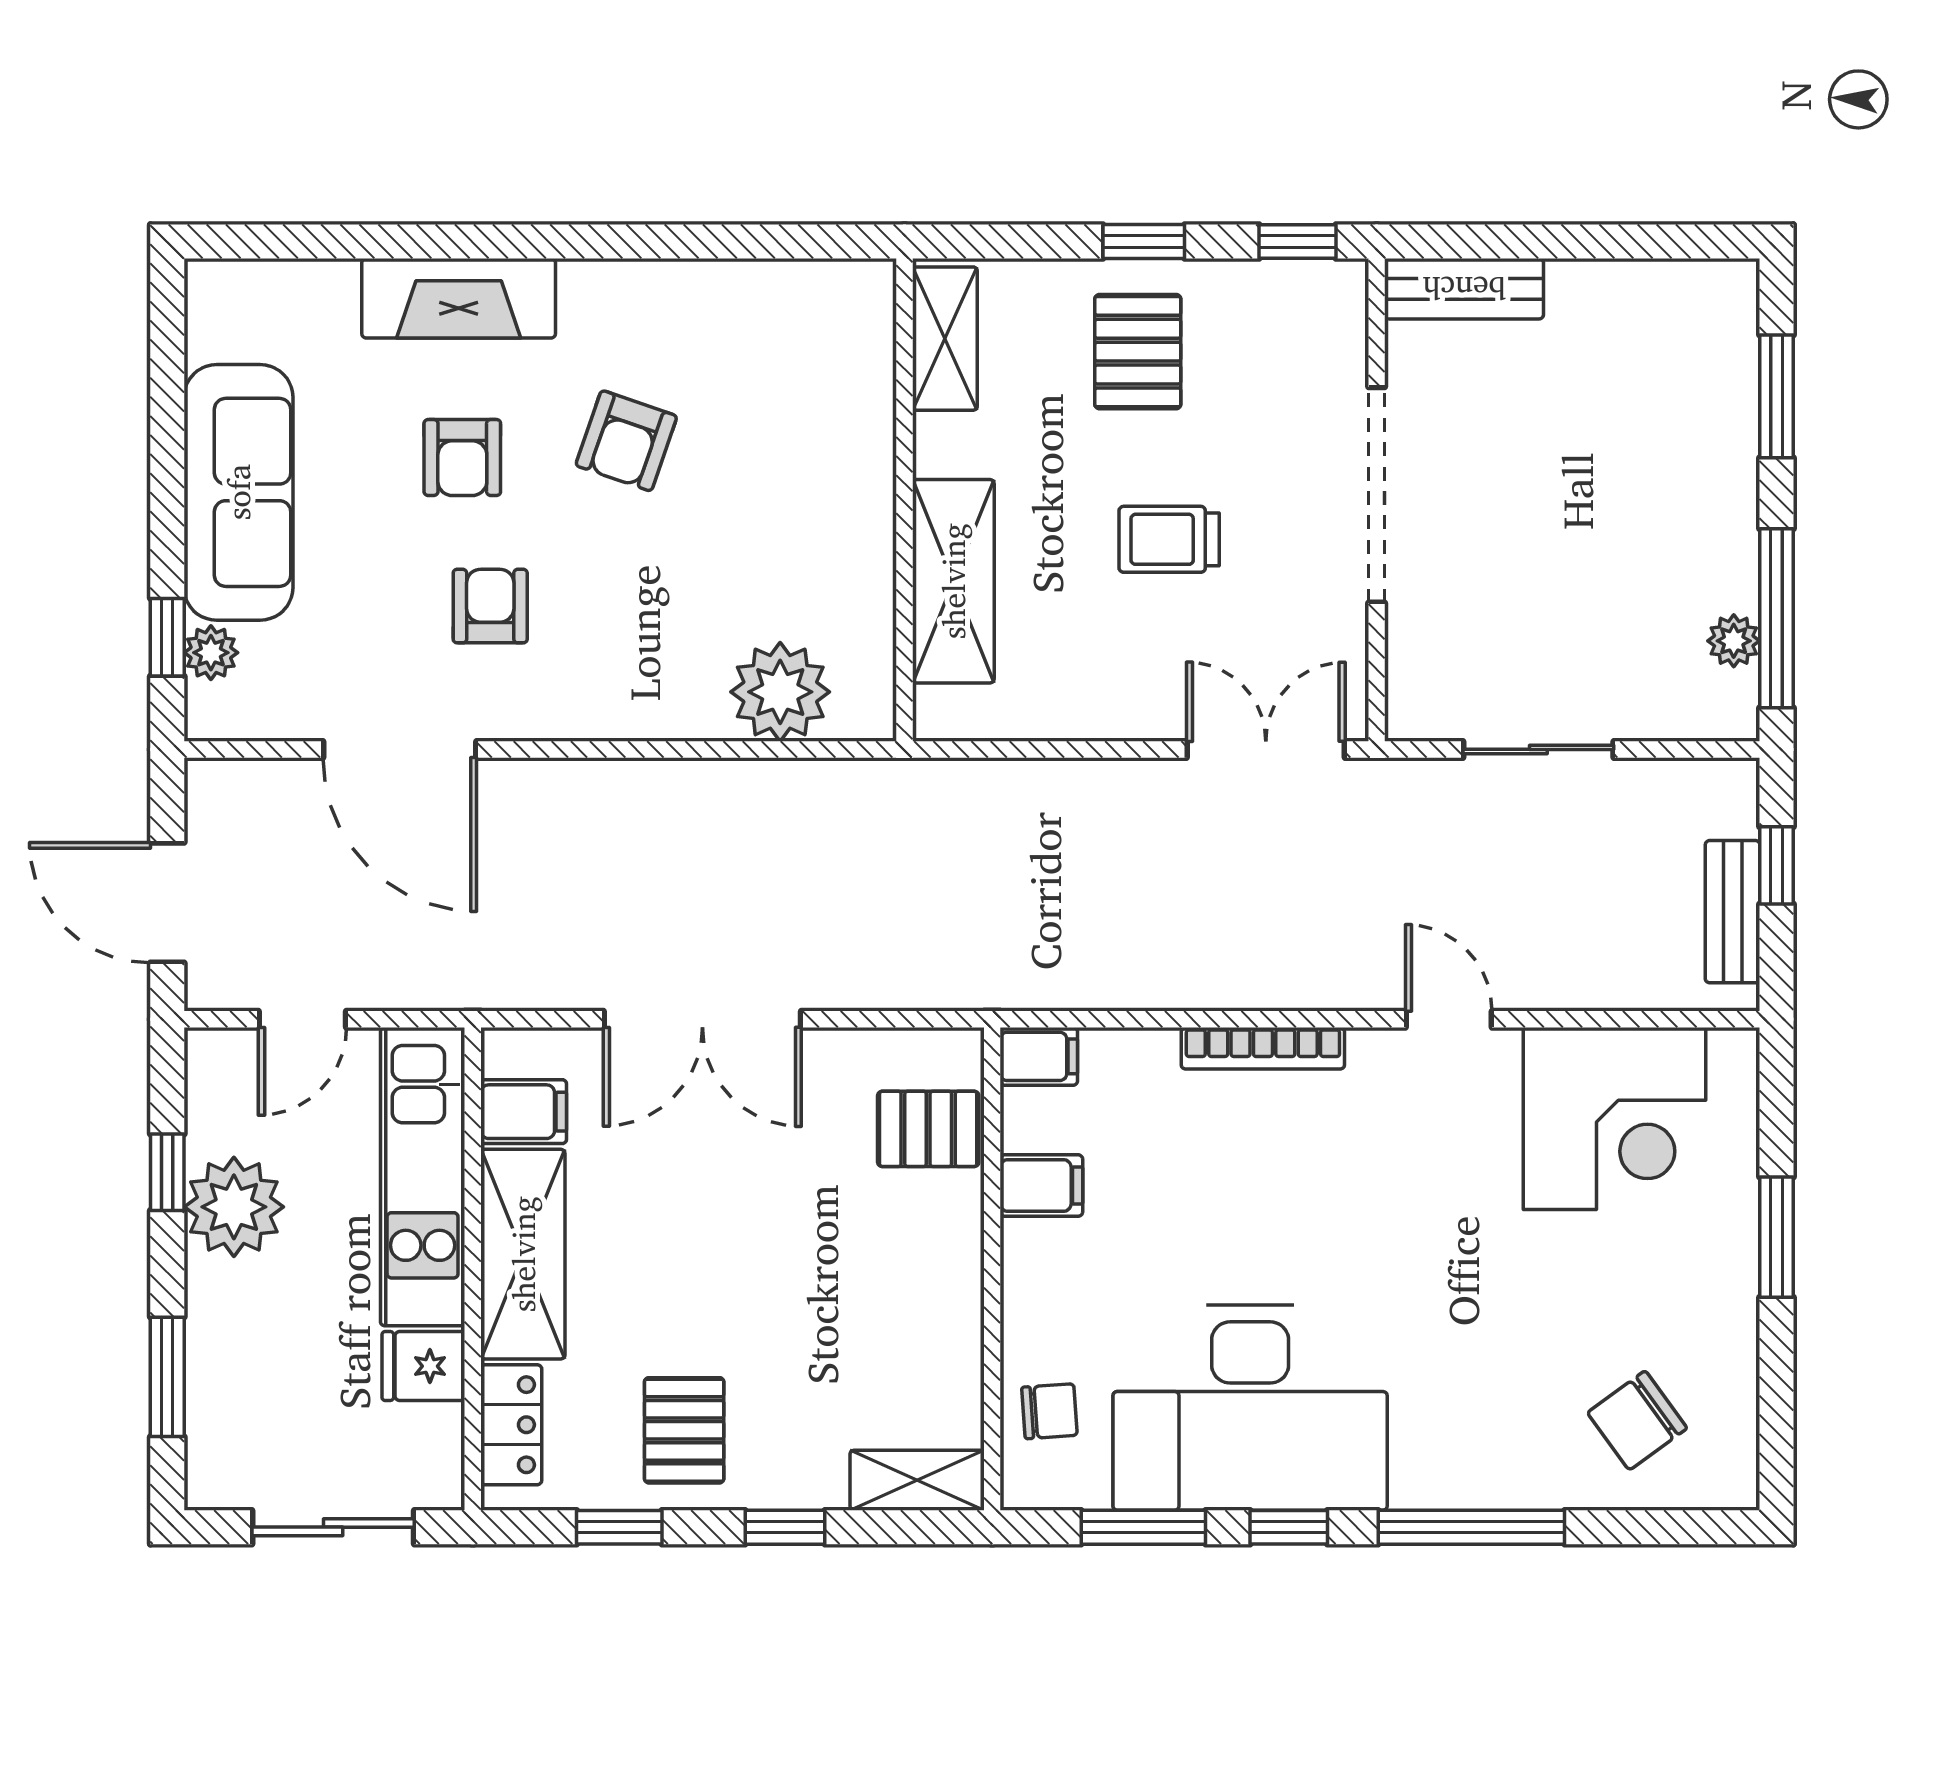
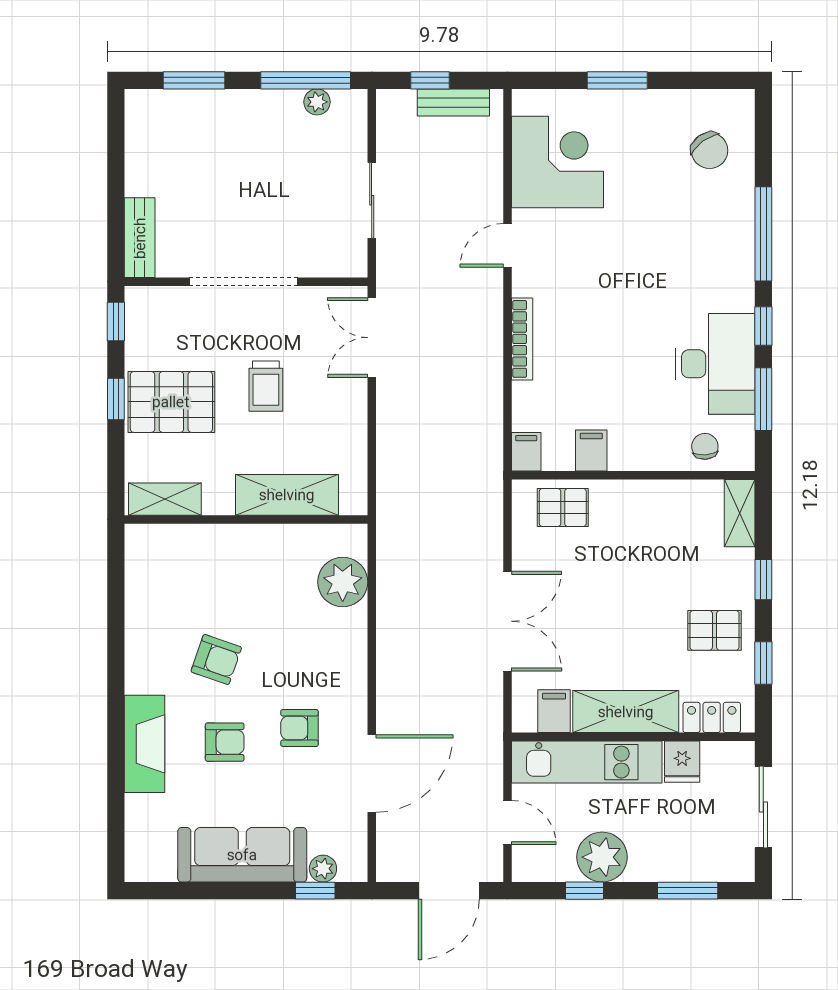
pallet: (1138, 352) -> (171, 402), width x1.50, depth x1.42
pallet: (928, 1129) -> (563, 507), turned 90
desk: (1250, 1408) -> (715, 364), width x0.73, depth x0.77

